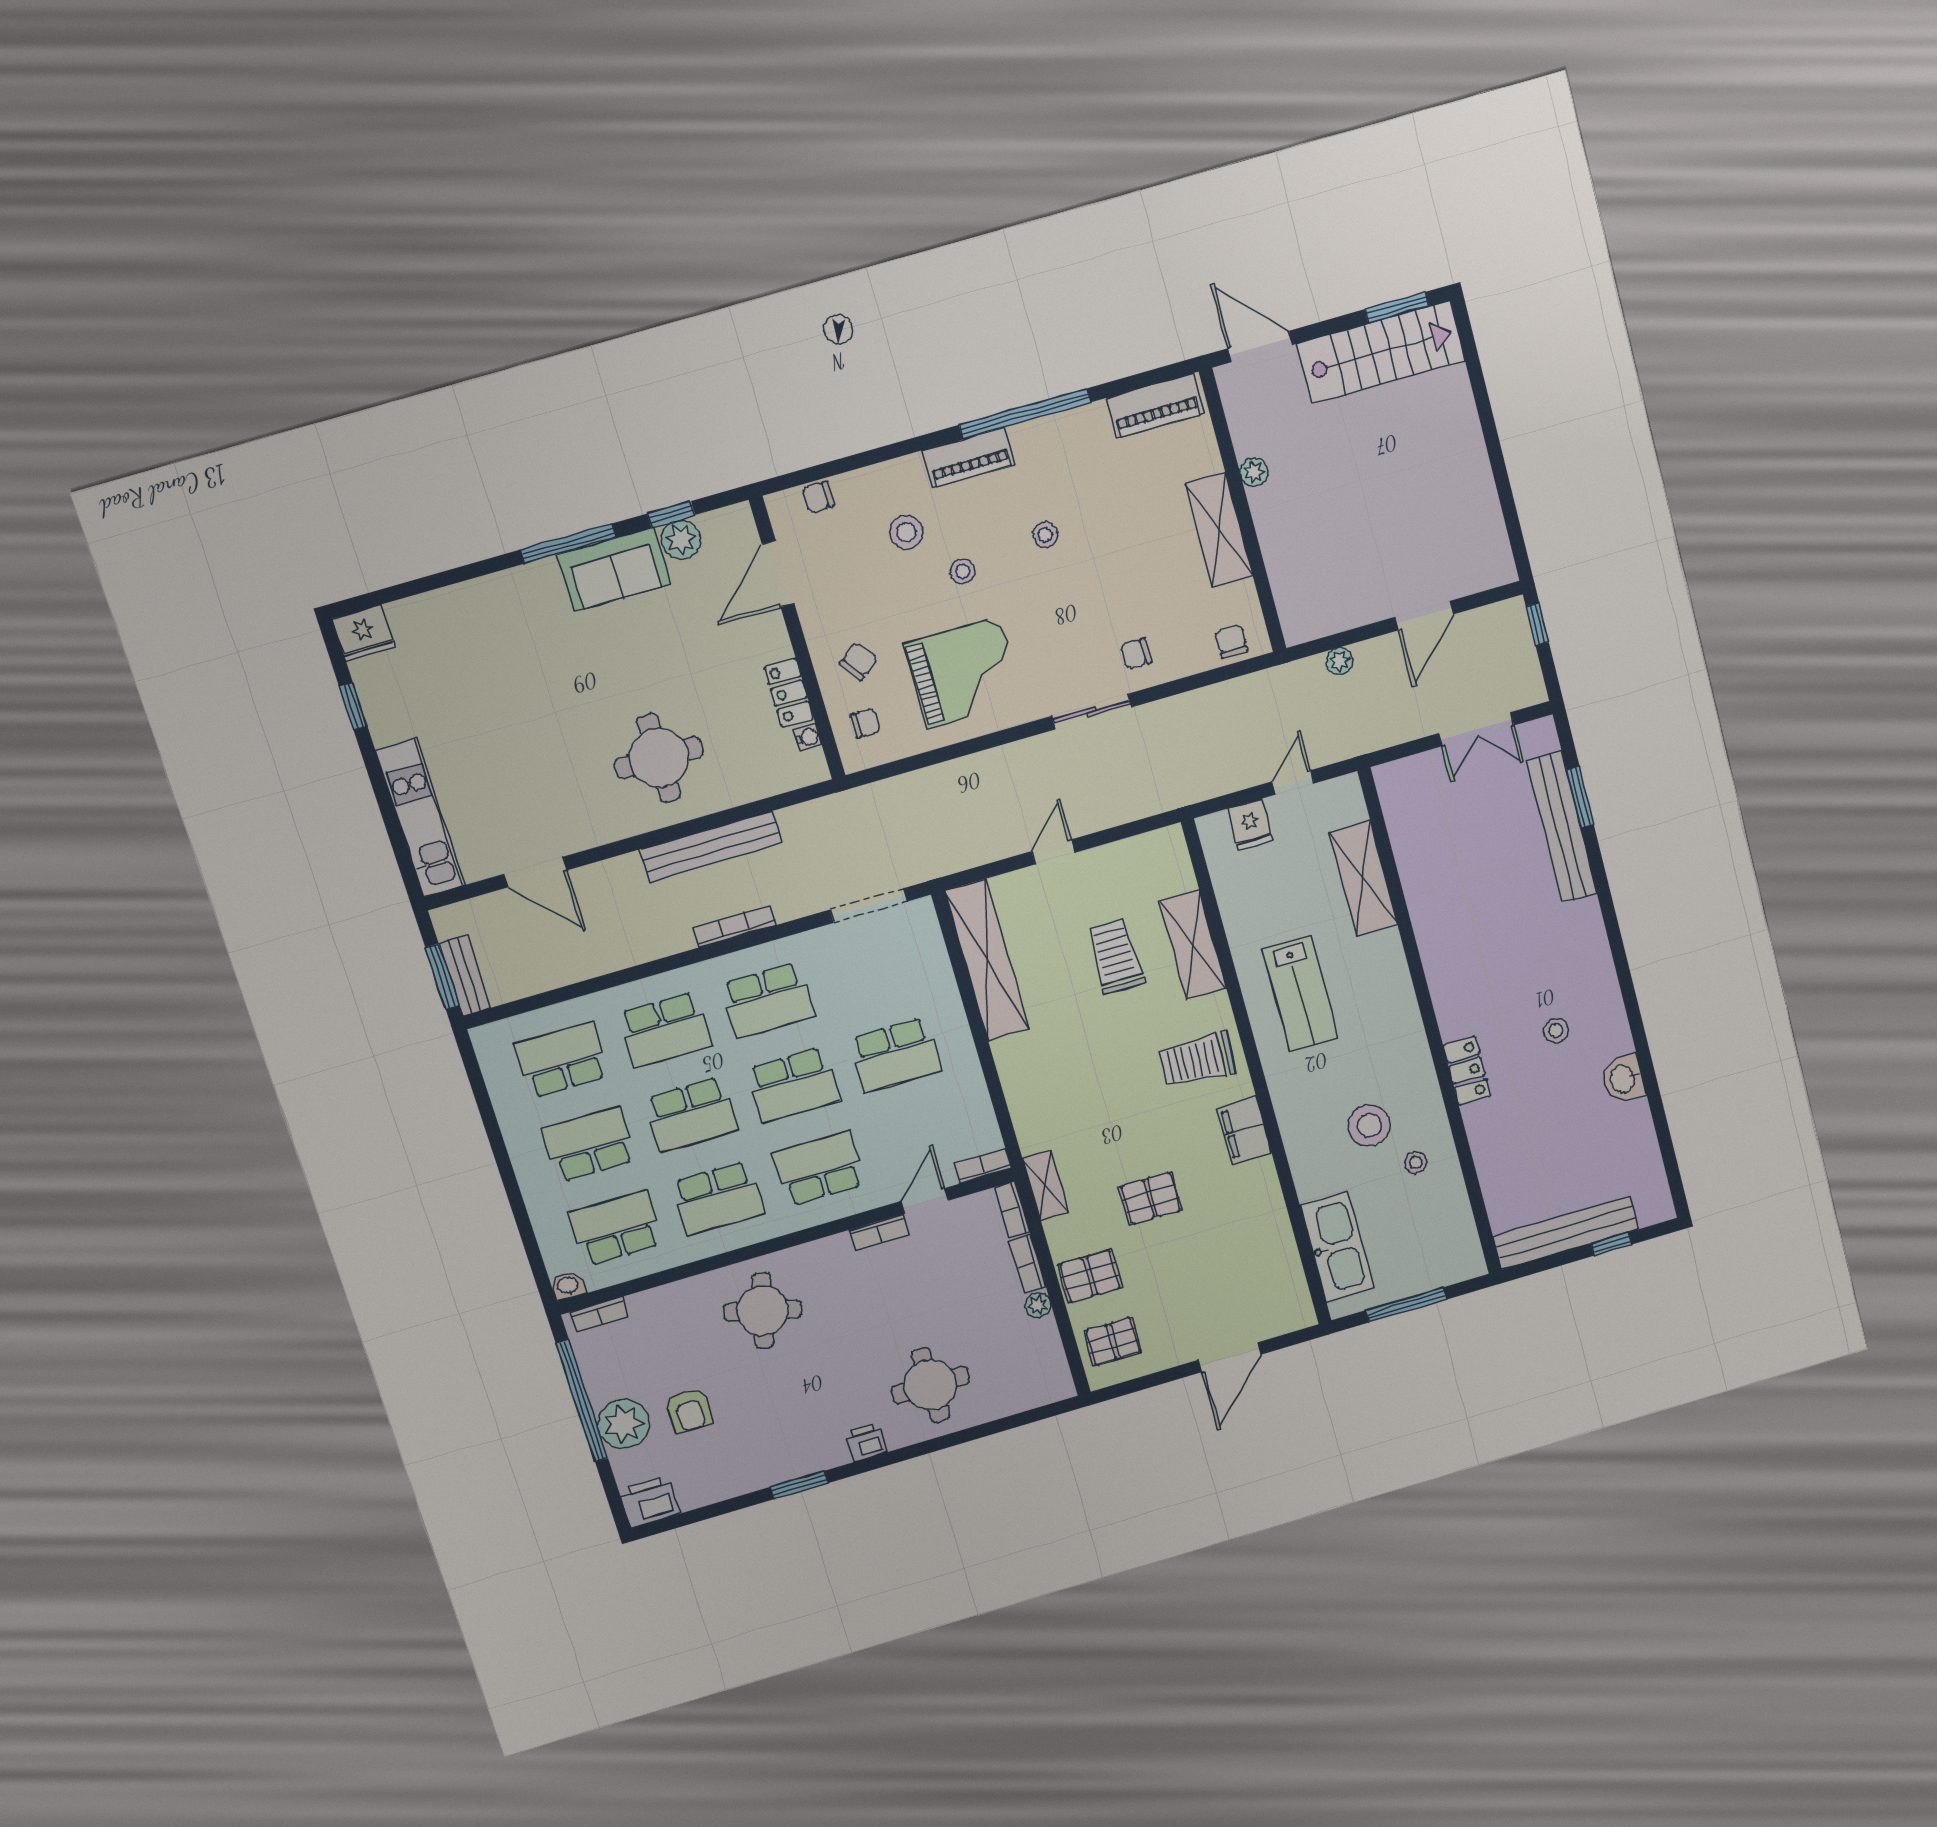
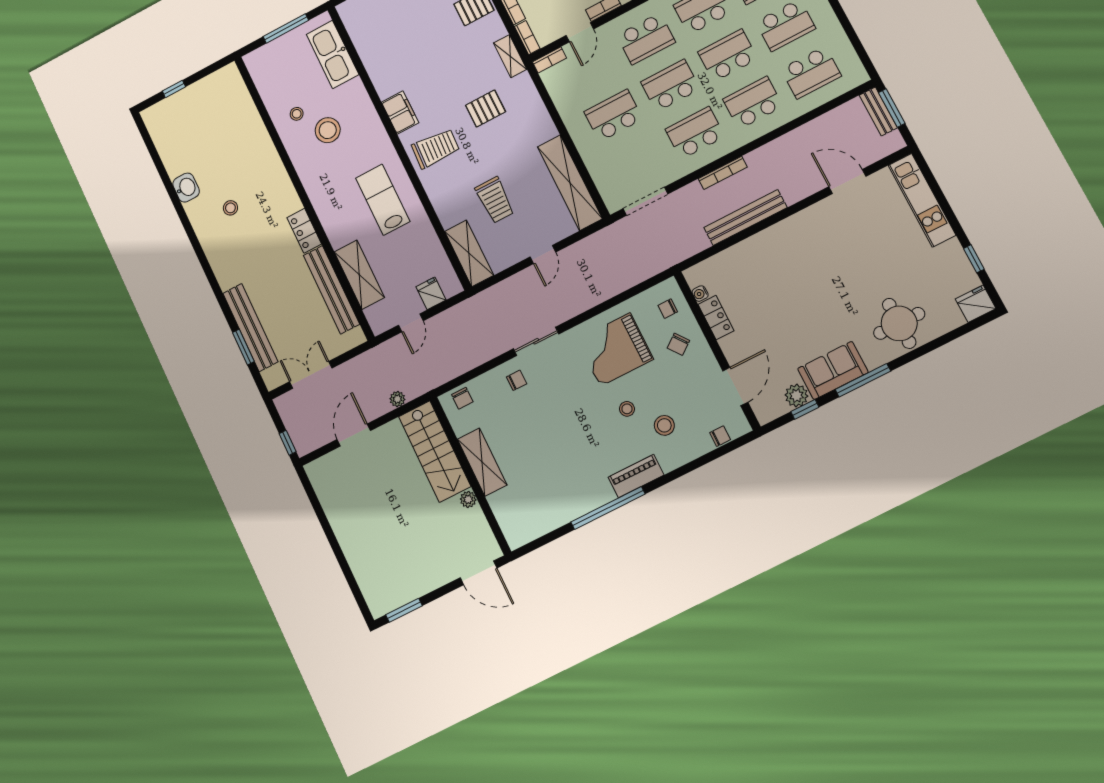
stairs: (1381, 352) -> (435, 451), moved, turned -90
piano: (1155, 406) -> (533, 527), removed
stool: (1045, 535) -> (583, 440), removed
round table: (659, 758) -> (899, 323), moved
shelving: (1193, 945) -> (469, 253), moved
locker: (1467, 1071) -> (304, 231), moved
pallet: (1151, 1198) -> (485, 109), moved
bench: (1566, 1233) -> (331, 290), moved, turned 90

